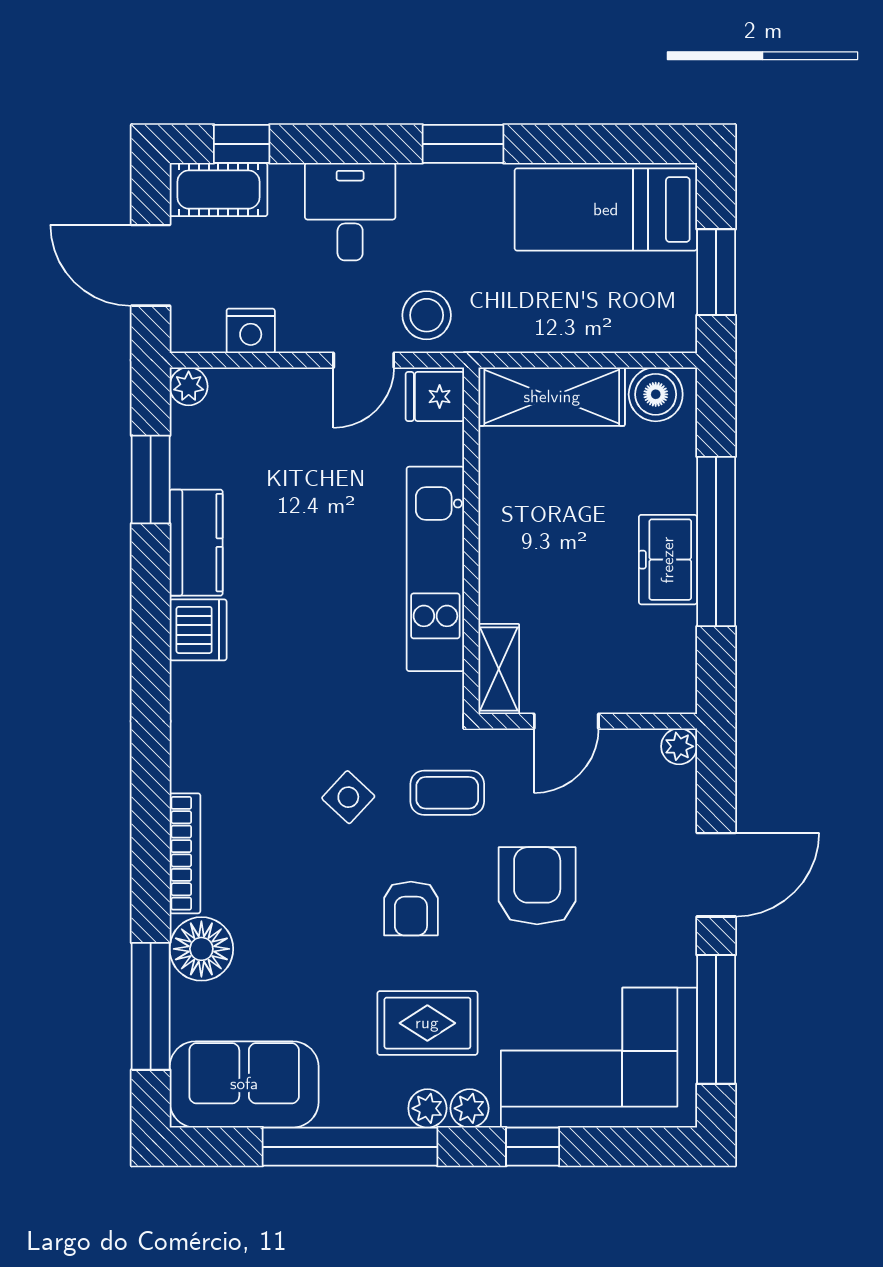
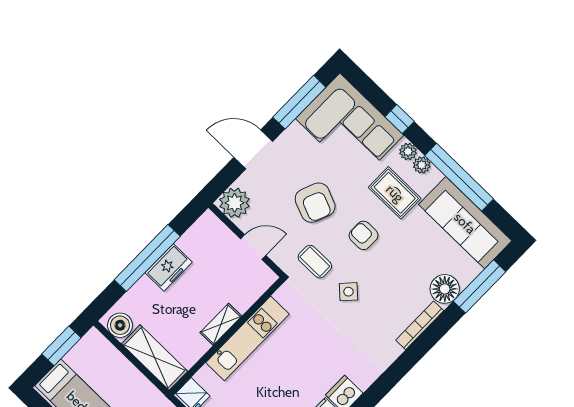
shelving: (499, 669) -> (221, 324), moved
plant: (679, 746) -> (235, 203), width x1.87, depth x1.87
armchair: (537, 886) -> (315, 203), turned -68
armchair: (411, 909) -> (364, 235), turned -90
sofa: (244, 1084) -> (465, 223), width x1.36

